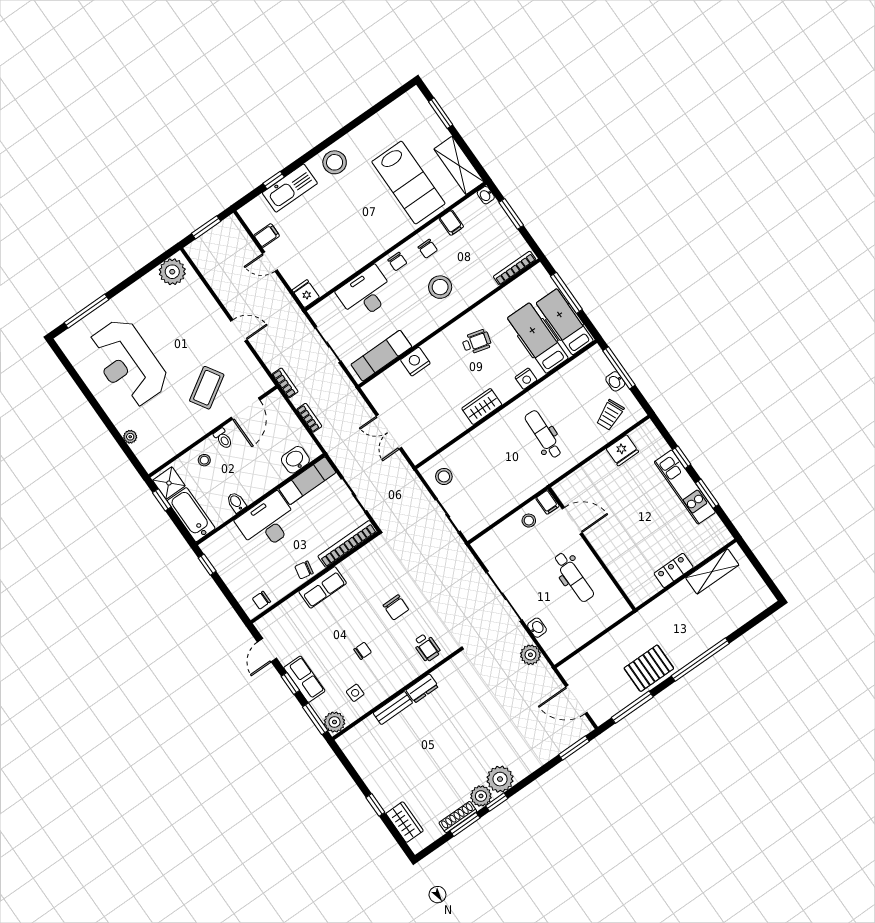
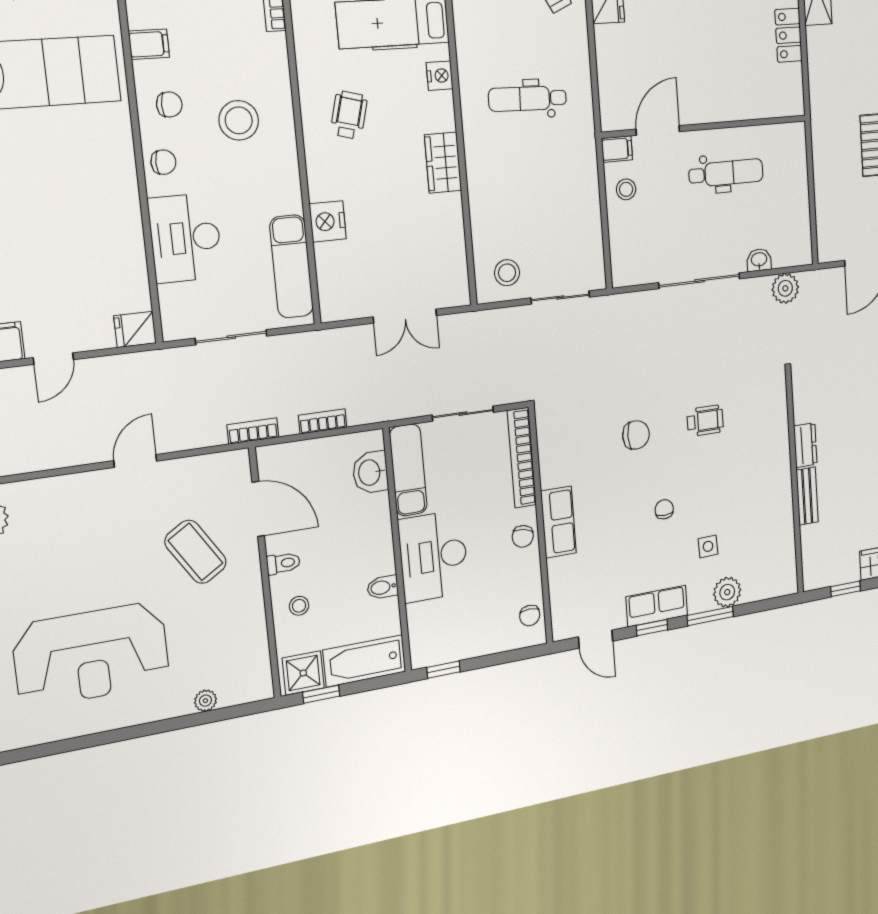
dresser: (422, 688) -> (805, 445), moved
wall: (397, 694) -> (795, 482), moved
bench: (393, 708) -> (807, 496), moved

